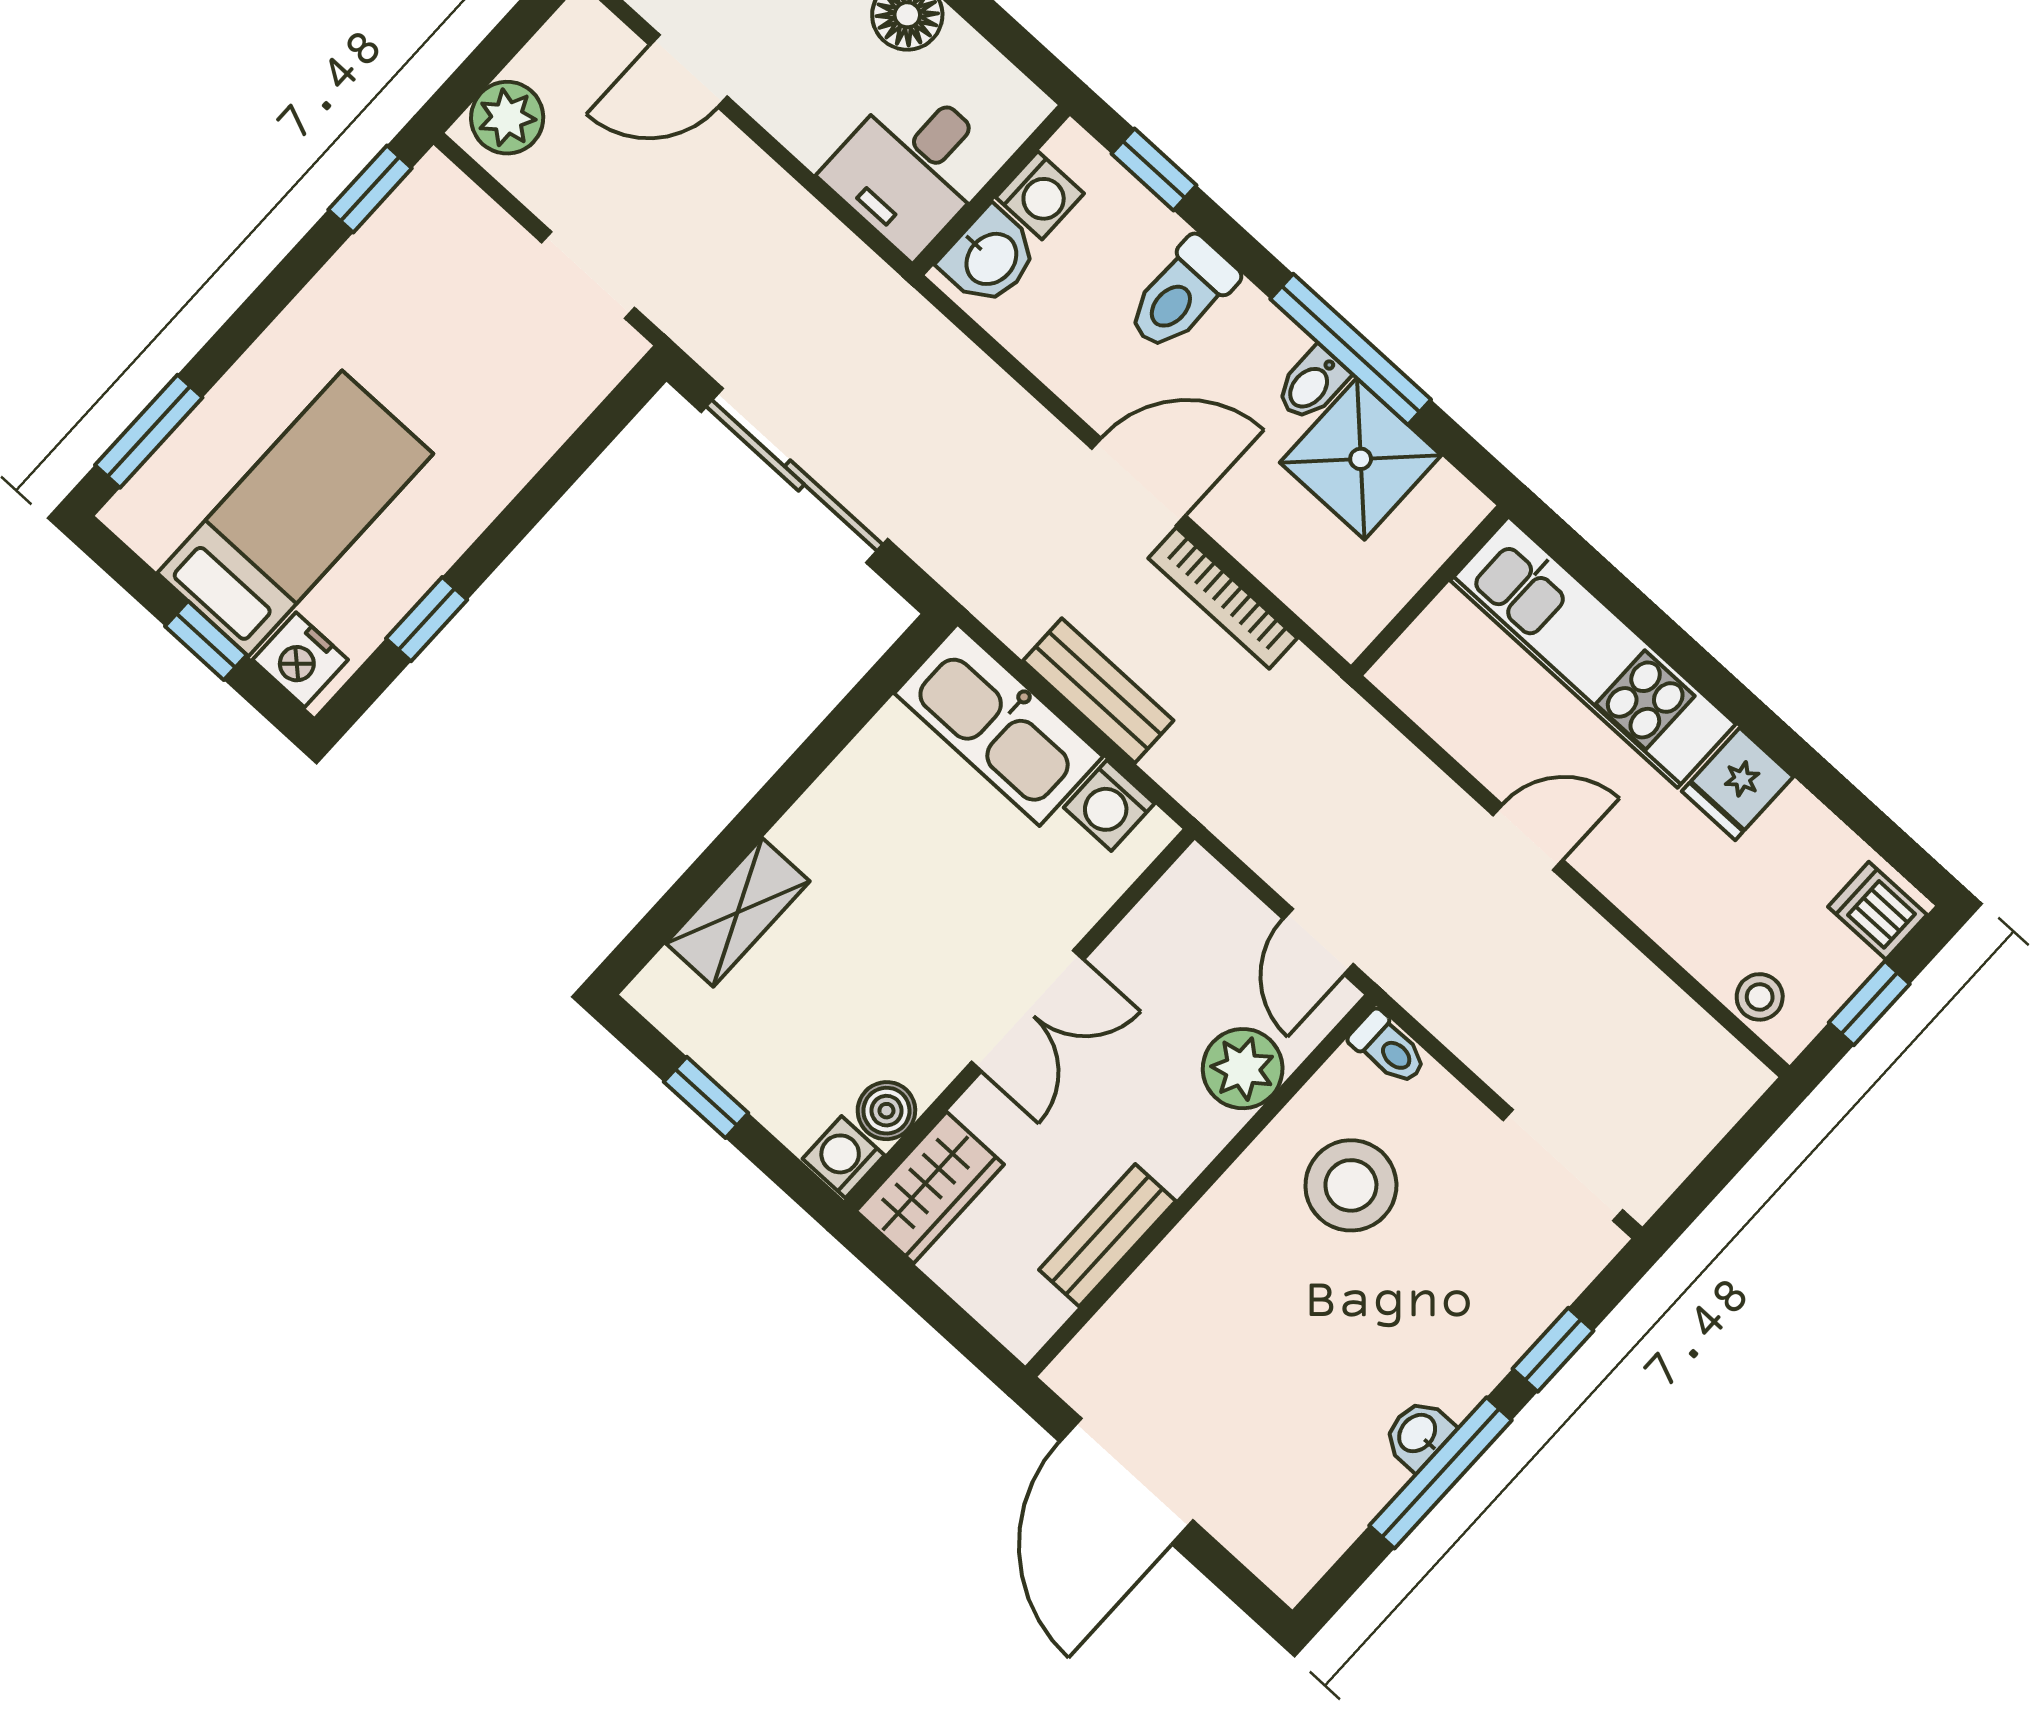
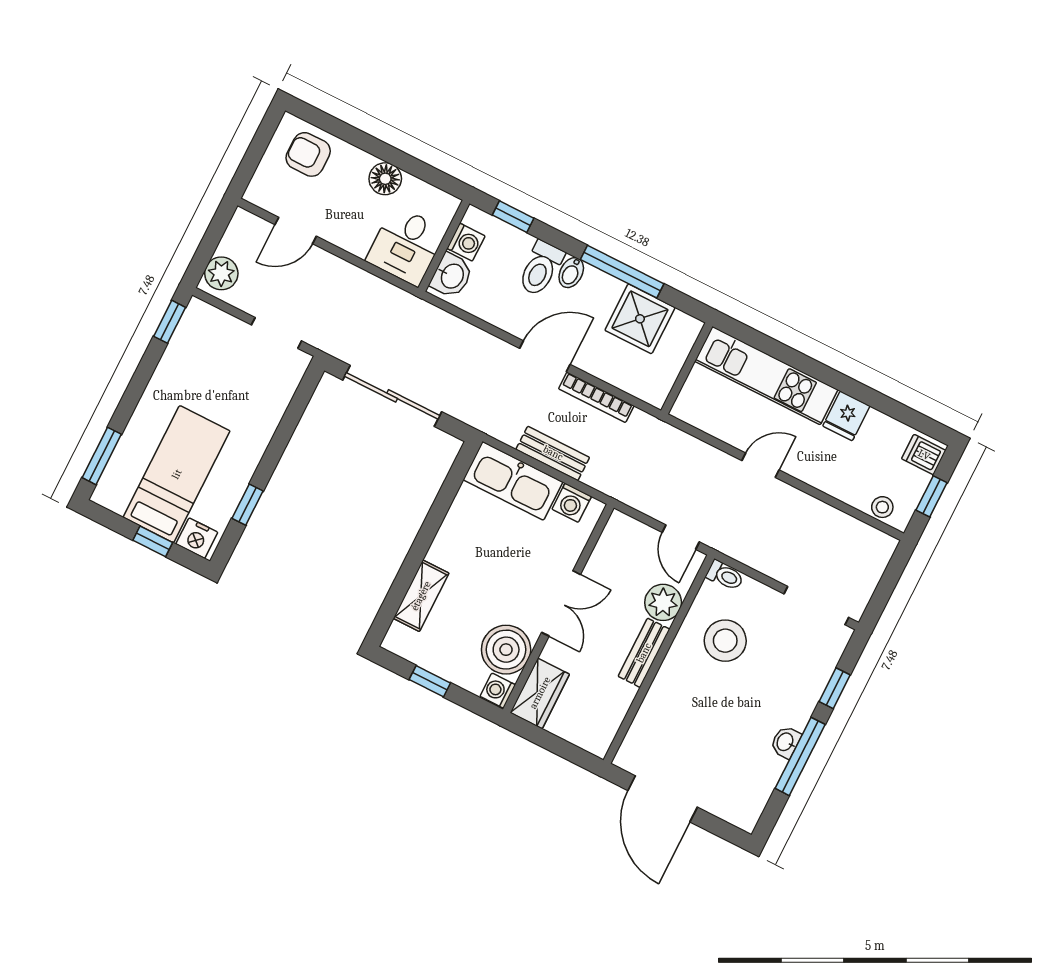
bidet: (1312, 384) -> (571, 273), moved
boiler: (886, 1111) -> (506, 650), width x1.86, depth x1.86
bench: (1107, 1235) -> (644, 653), moved

